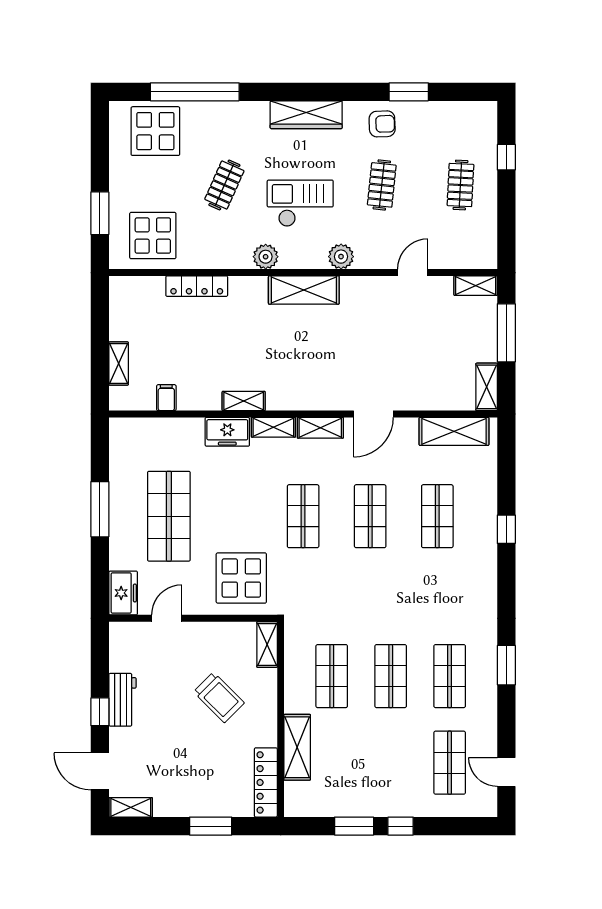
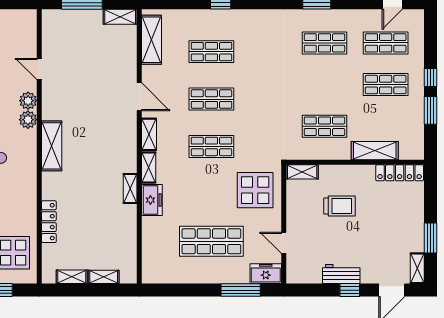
plant: (266, 257) -> (28, 101), moved
shelving: (476, 286) -> (72, 277), moved, turned 90
filing cabinet: (166, 398) -> (128, 243), removed
window: (100, 509) -> (241, 290), moved
shop shelf: (391, 676) -> (386, 85), moved
trolley: (219, 697) -> (340, 206), turned 45
window: (211, 826) -> (430, 238), moved

